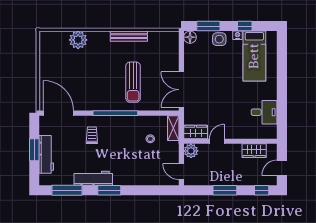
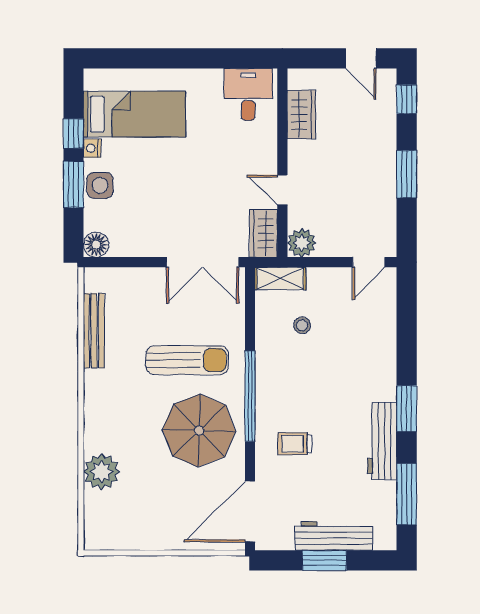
window: (208, 26) -> (74, 184), moved
bench: (129, 36) -> (94, 331), moved
parasol: (98, 88) -> (199, 431), added
wardrobe: (196, 132) -> (263, 233), moved
door: (217, 141) -> (282, 190), moved
wall: (230, 141) -> (282, 163), moved
plant: (191, 151) -> (302, 243), moved
wardrobe: (254, 151) -> (301, 114), moved

